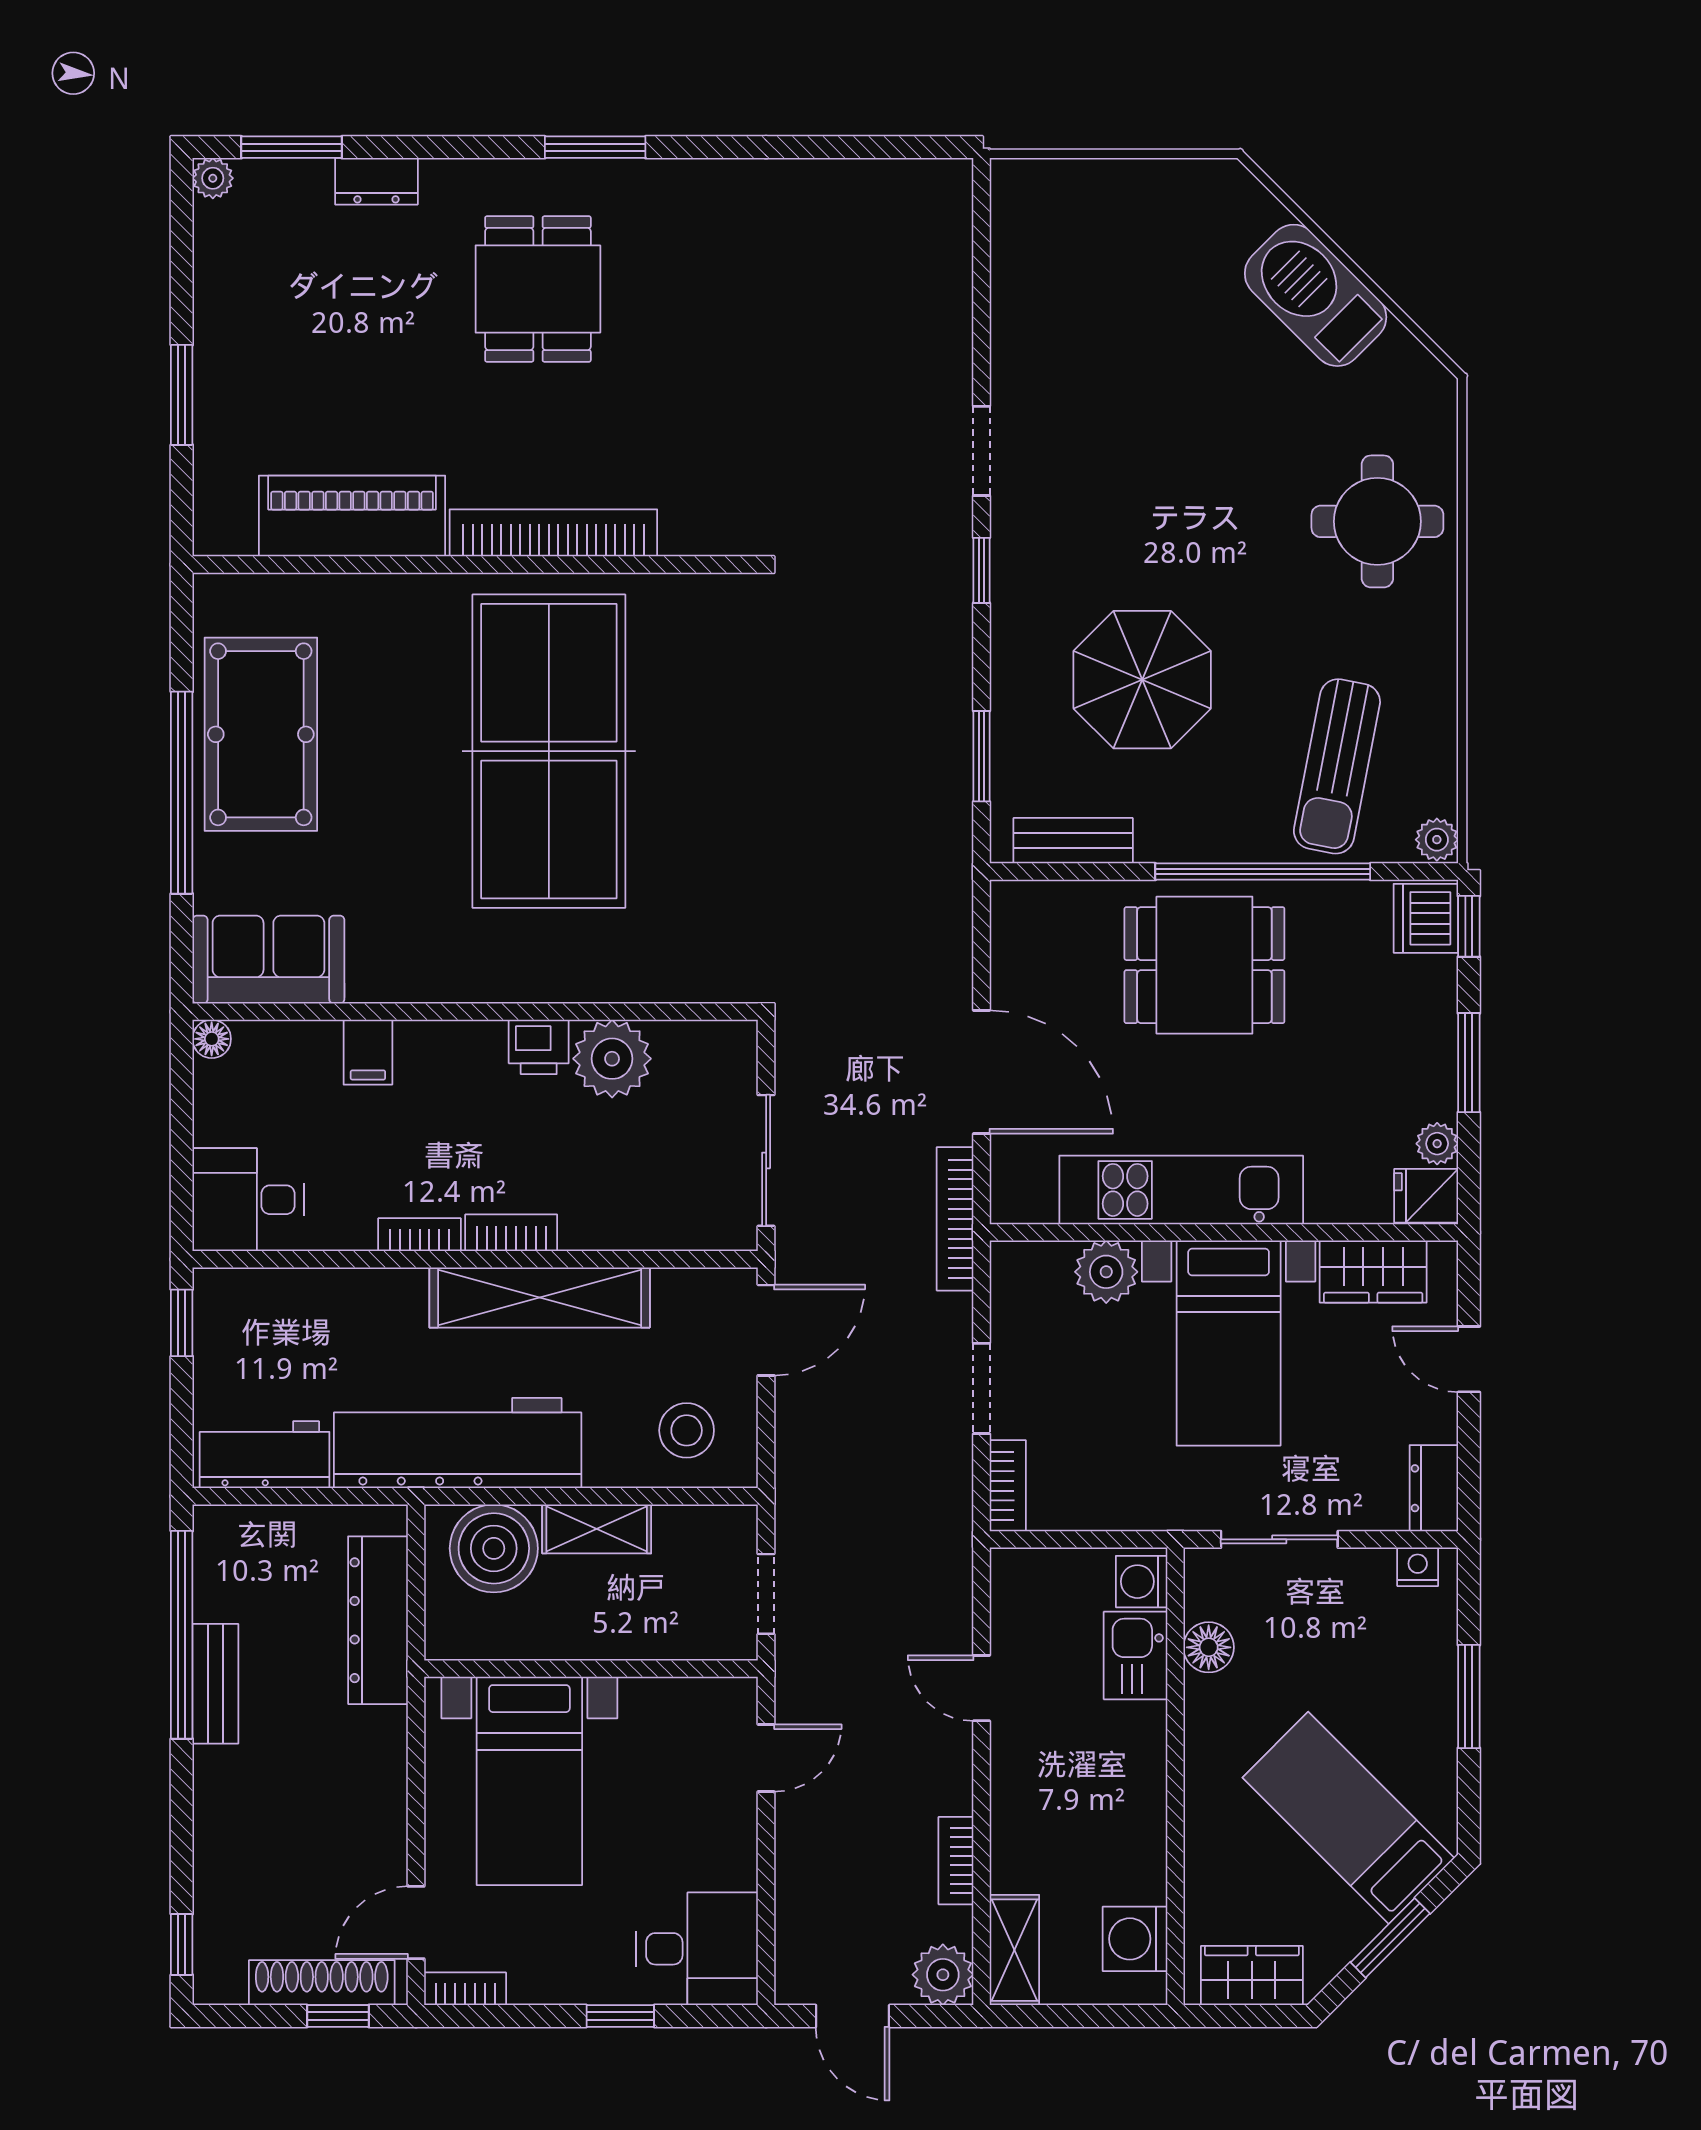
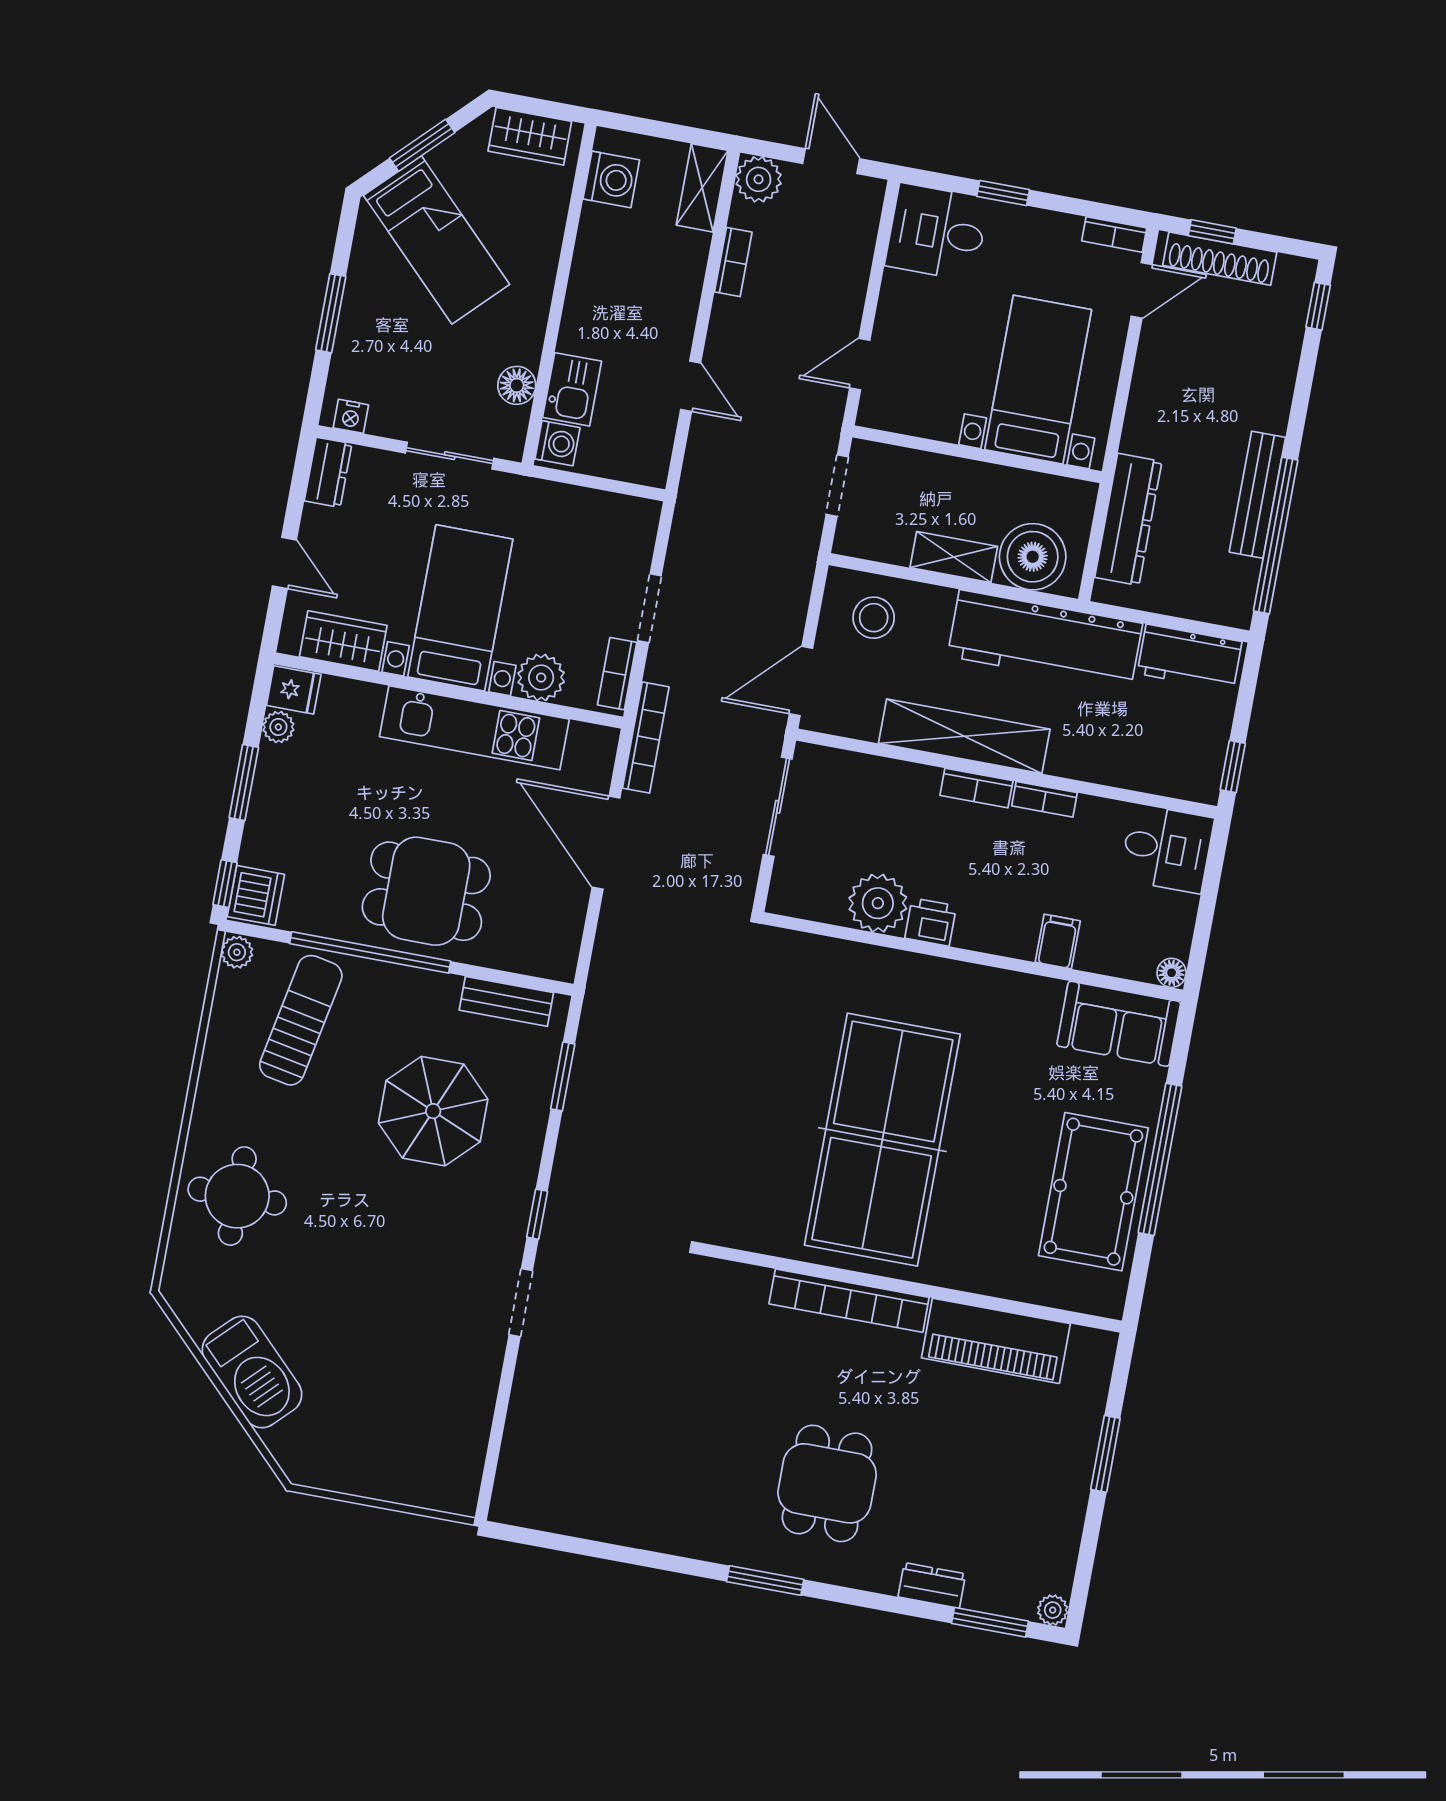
bookcase: (1008, 1486) -> (617, 674), moved
bench: (215, 1684) -> (1257, 495), width x1.36

